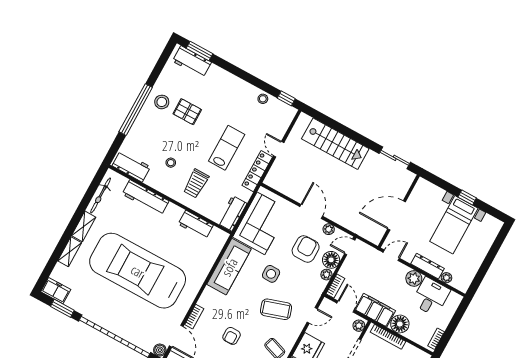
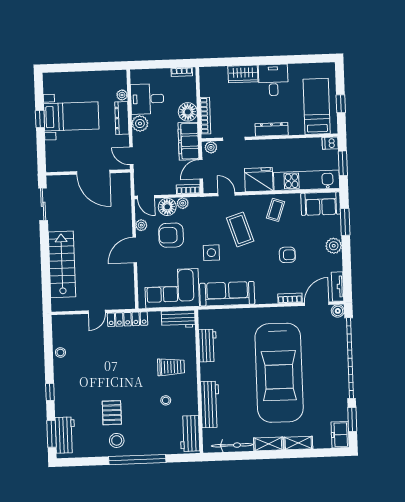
window: (286, 98) -> (50, 392), moved
lab bench: (227, 148) -> (123, 359), removed

